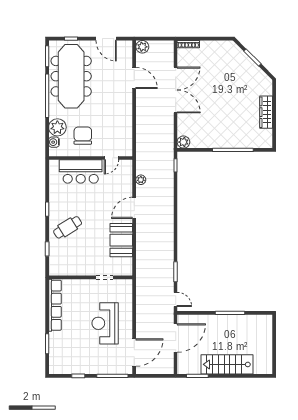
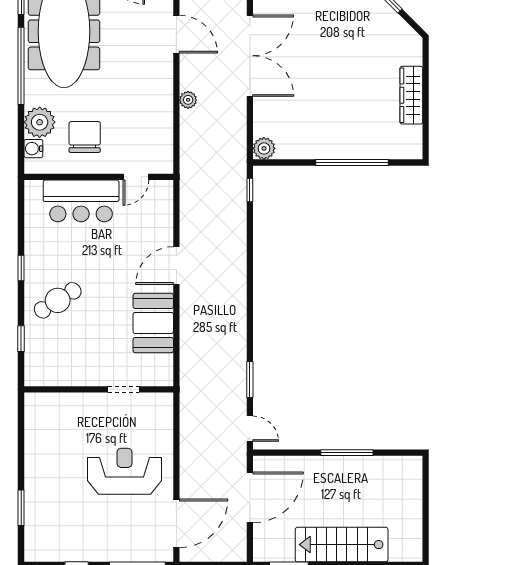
plant: (141, 180) -> (188, 100), moved
row of seats: (55, 305) -> (35, 439), removed
reception desk: (105, 323) -> (124, 471), turned 90

